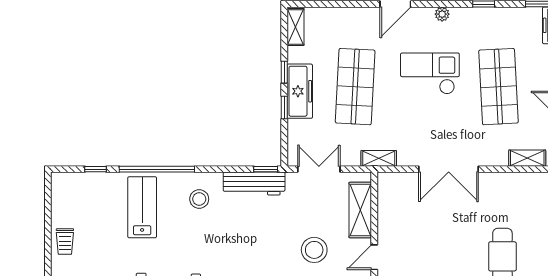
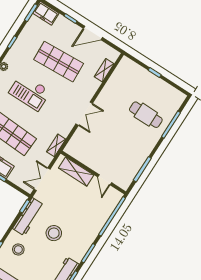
checkout: (430, 73) -> (30, 92), turned -90
double door: (449, 169) -> (84, 114), width x0.73
stool: (314, 250) -> (54, 233), moved

